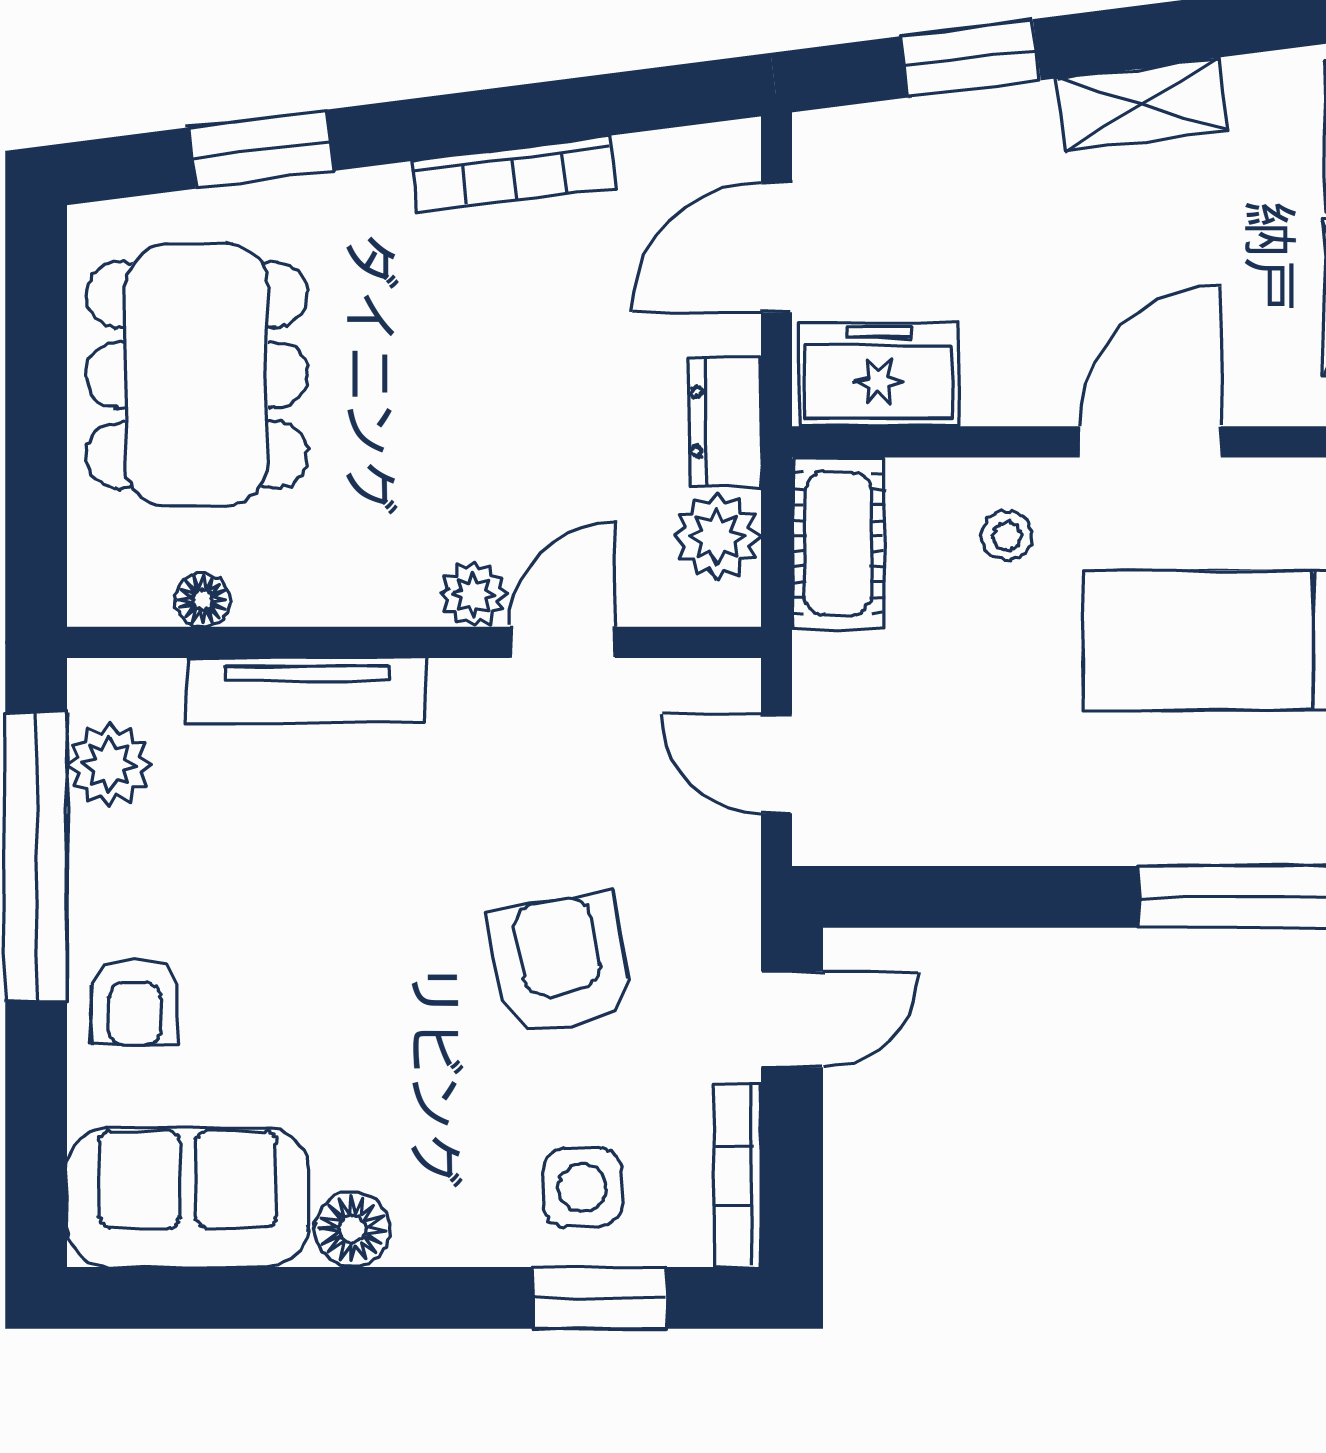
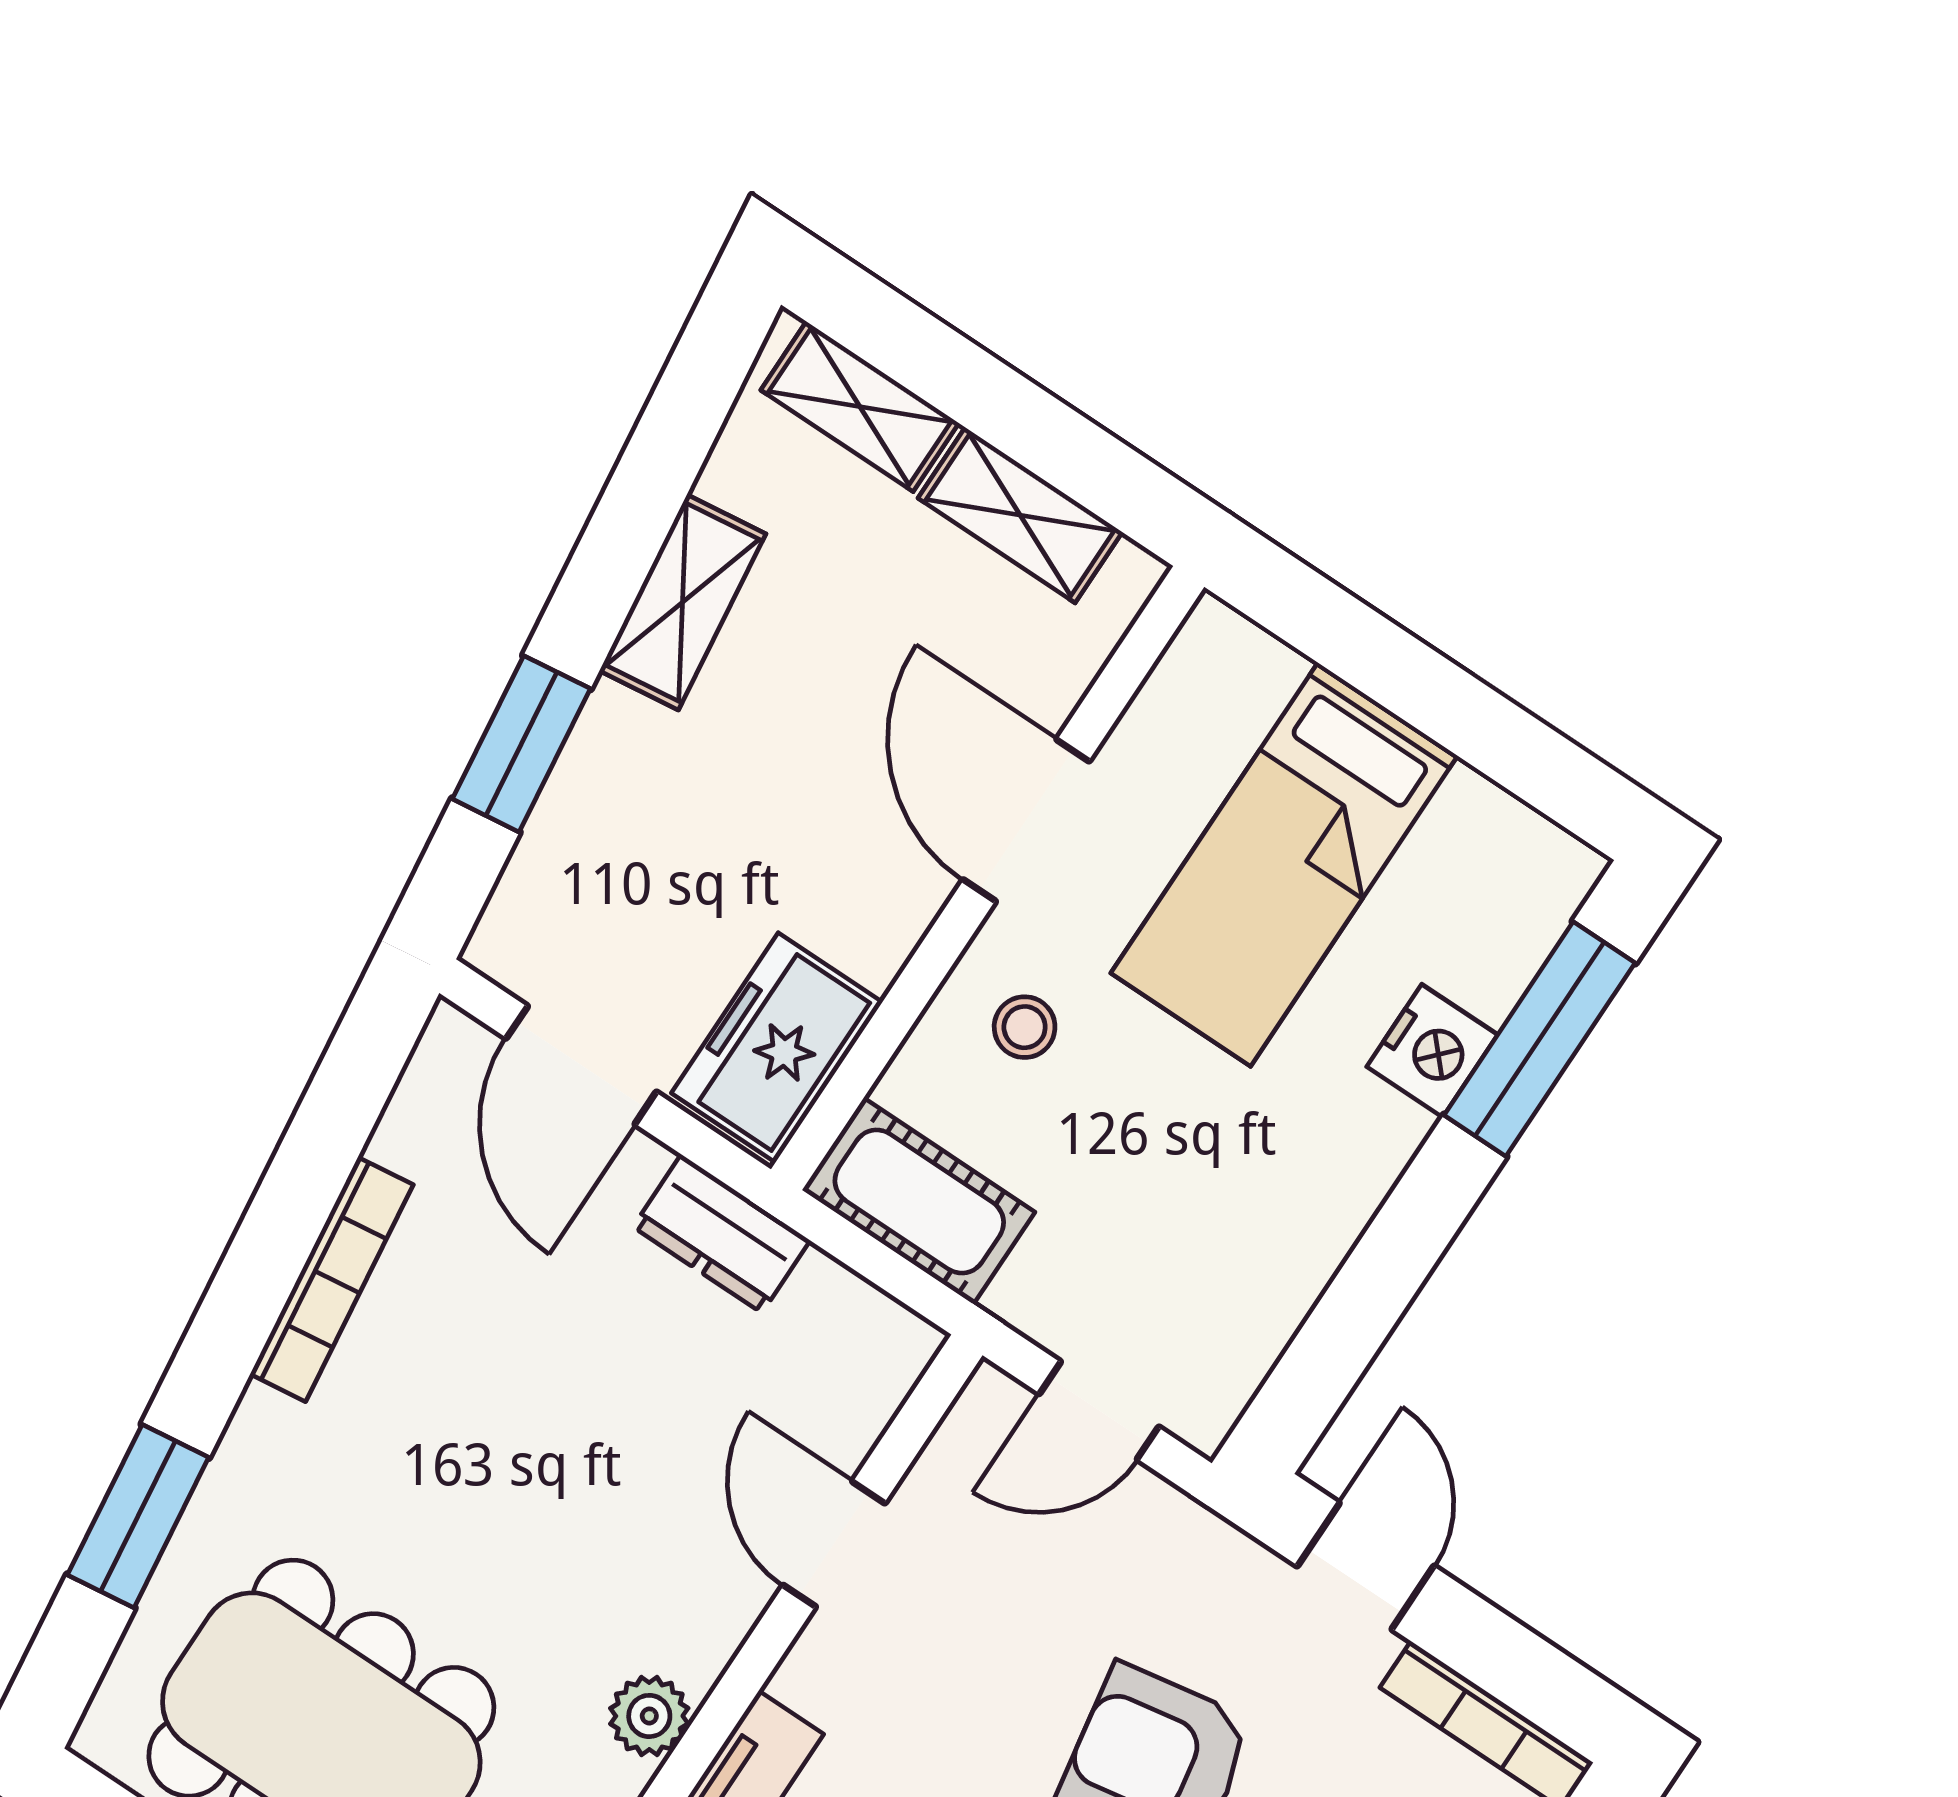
plant: (717, 537) -> (831, 1318), removed
plant: (473, 594) -> (649, 1716), moved
nightstand: (1178, 828) -> (1432, 1051), added

